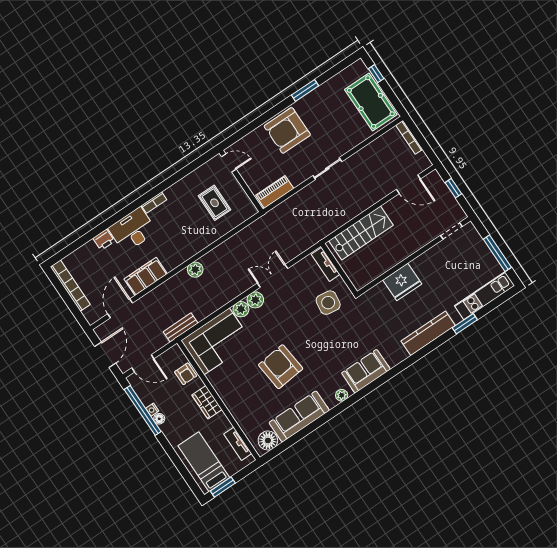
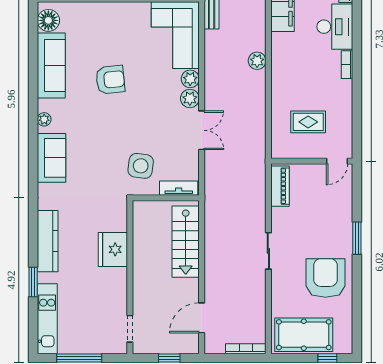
window: (305, 90) -> (357, 238), moved
armchair: (287, 130) -> (325, 278), moved
armchair: (281, 367) -> (110, 80), width x0.73, depth x0.73

